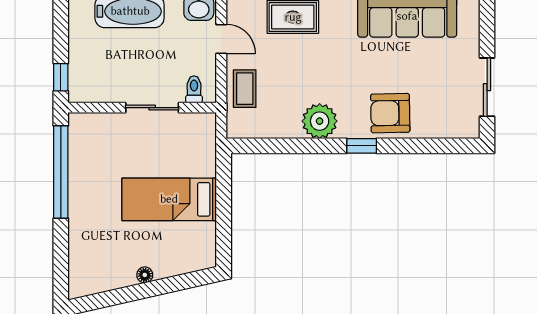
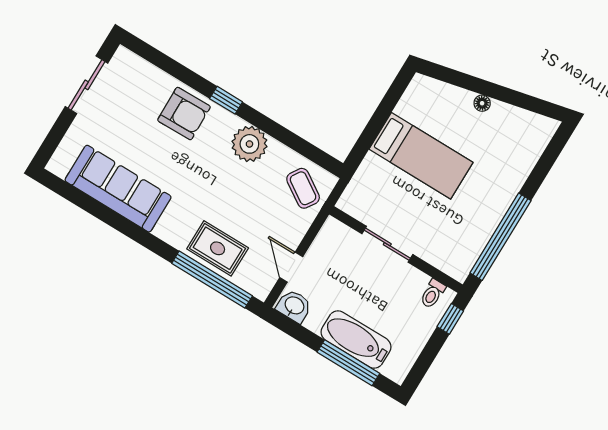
toilet: (194, 89) -> (433, 294), moved
coffee table: (245, 89) -> (303, 188), moved, turned -57

